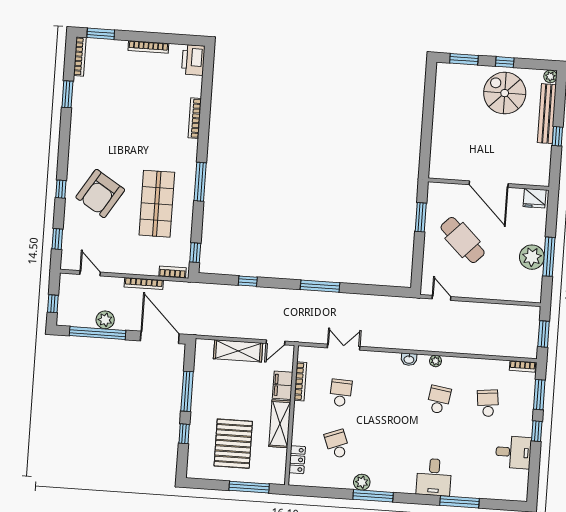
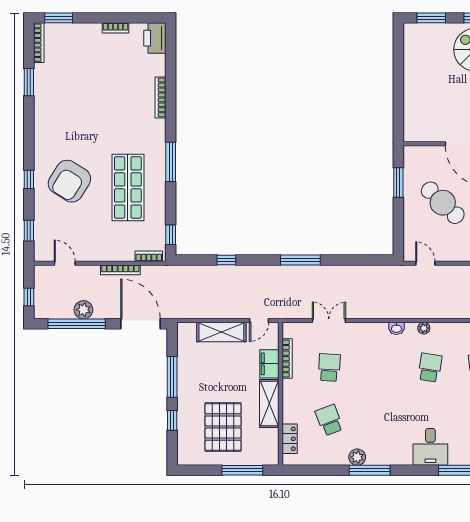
bookcase: (148, 47) -> (116, 28), width x0.64

